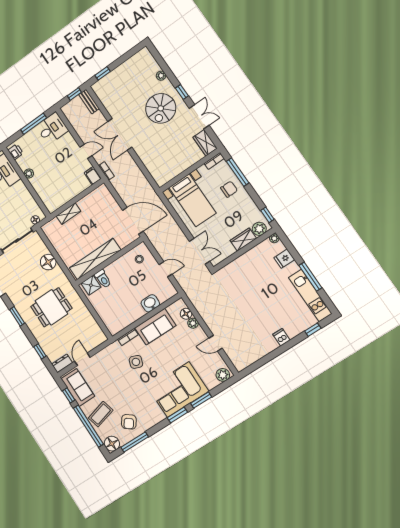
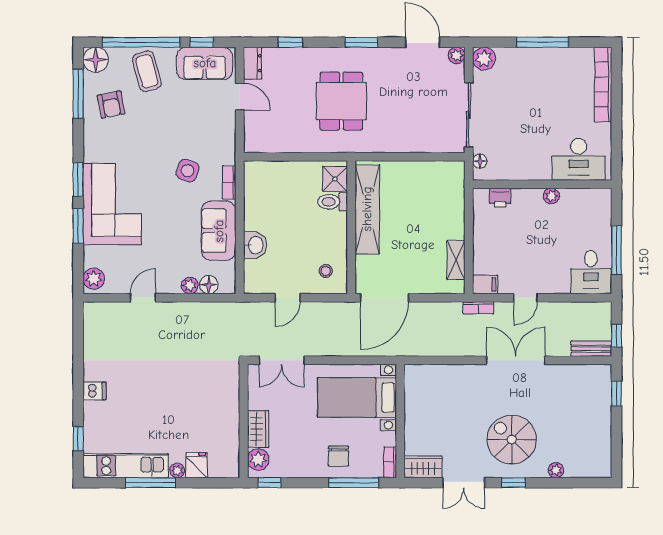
printer: (16, 152) -> (500, 198), moved
shelving: (69, 214) -> (456, 260), moved
plant: (274, 238) -> (177, 470), moved
floor lamp: (48, 262) -> (408, 140), removed
armchair: (129, 422) -> (111, 105), turned -137

